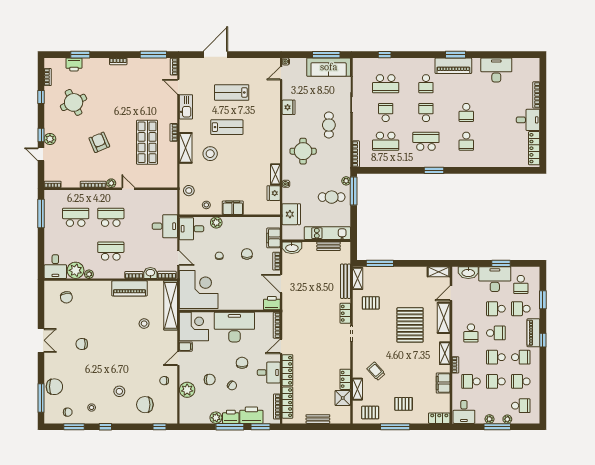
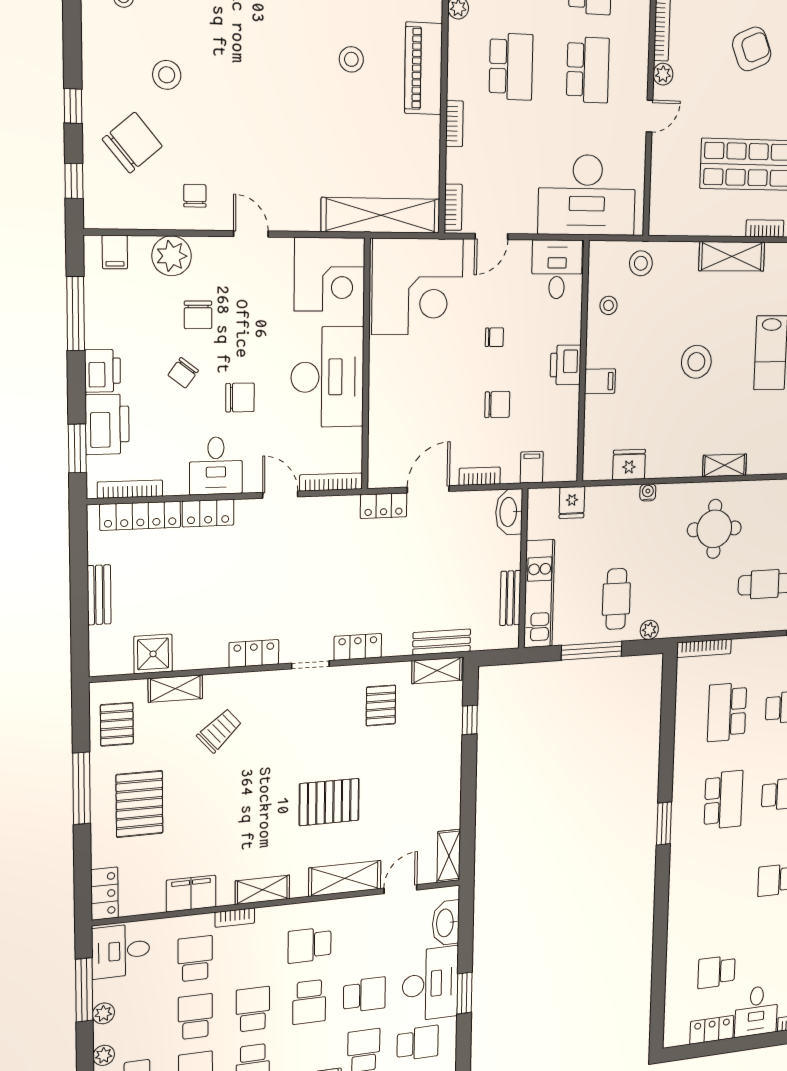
school desk: (466, 141) -> (716, 972), moved
locker: (534, 148) -> (712, 1030), width x0.66
stool: (210, 154) -> (696, 362), moved
shelving: (275, 174) -> (725, 465), moved
window: (354, 191) -> (592, 651), moved
filing cabinet: (233, 208) -> (600, 381), width x0.50
fridge: (291, 214) -> (572, 502), width x0.53, depth x0.75
plant: (216, 223) -> (569, 329), removed
desk: (165, 226) -> (587, 195), width x1.87, depth x1.30
filing cabinet: (273, 238) -> (532, 467), width x0.50
window: (380, 263) -> (470, 720), width x0.46
washbasin: (150, 273) -> (458, 165), removed
bench: (346, 281) -> (442, 642), width x0.73
school desk: (521, 284) -> (418, 1043), turned 180
piano: (130, 288) -> (424, 68), moved
door: (451, 293) -> (400, 889), hinge flipped
printer: (272, 303) -> (566, 365), moved, turned 180
locker: (287, 303) -> (384, 506), added
school desk: (496, 309) -> (364, 995), turned 90
stool: (144, 324) -> (351, 59), moved
pallet: (410, 325) -> (329, 802), width x0.73, depth x0.71
filing cabinet: (186, 347) -> (115, 252), moved
locker: (287, 370) -> (208, 513), width x0.66
locker: (345, 379) -> (254, 653), moved
pallet: (404, 404) -> (139, 804), width x1.50, depth x1.42
chair: (145, 405) -> (132, 143), turned 50
plant: (216, 418) -> (100, 332), removed
window: (105, 427) -> (73, 106), moved
window: (230, 427) -> (76, 314), moved
window: (497, 427) -> (84, 990), moved

